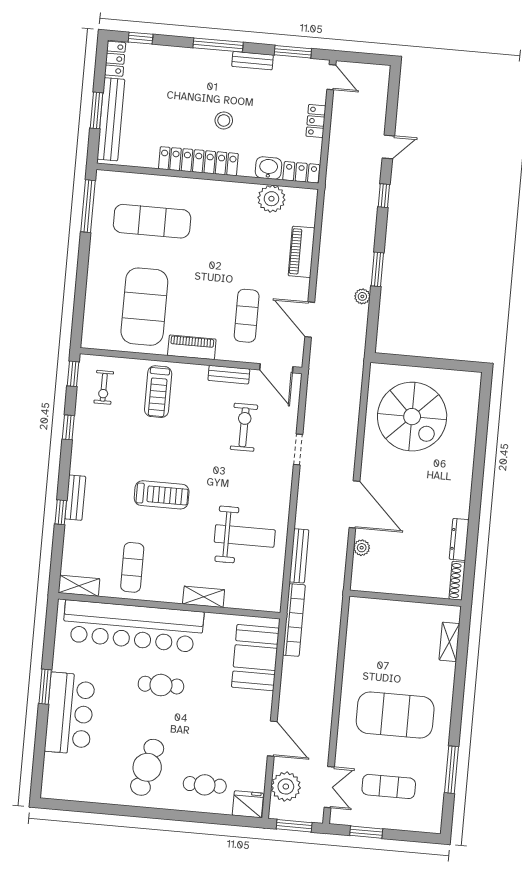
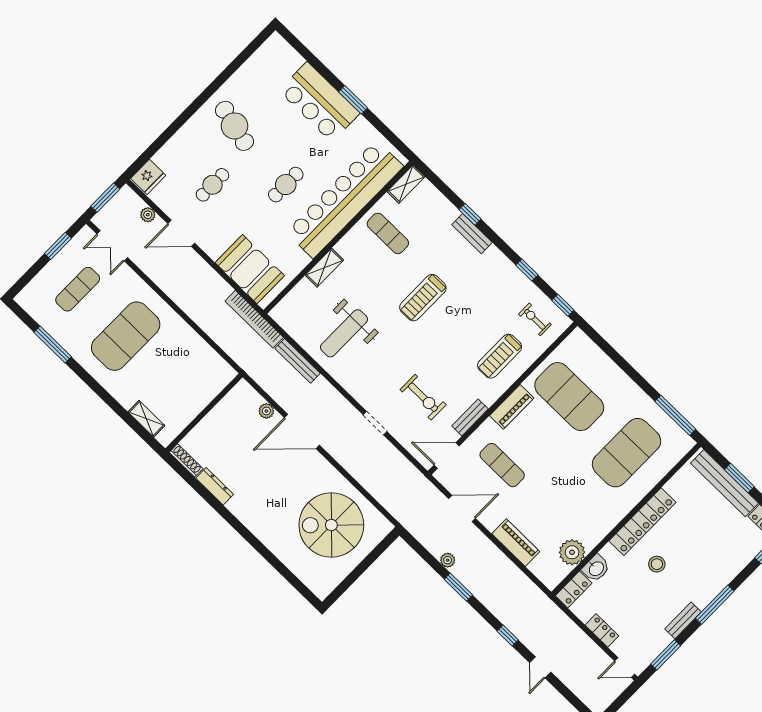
exercise mat: (152, 221) -> (627, 453), width x1.47
treadmill: (158, 392) -> (500, 356), turned -90
cafe table: (205, 785) -> (212, 185), moved
plant: (286, 786) -> (148, 215), width x0.53, depth x0.53

